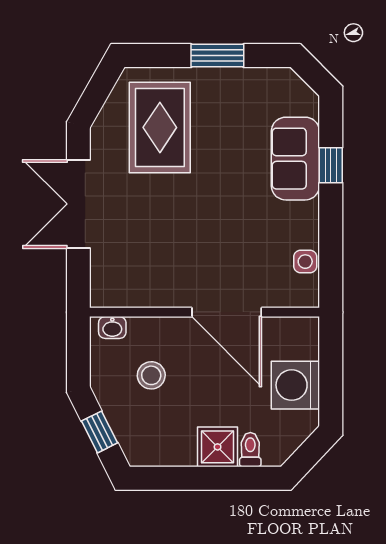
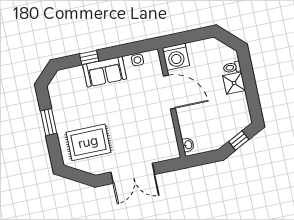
sofa: (295, 159) -> (105, 72), moved
door: (227, 312) -> (169, 92), hinge flipped
stool: (151, 375) -> (207, 122), removed
washing machine: (295, 385) -> (176, 57), moved

